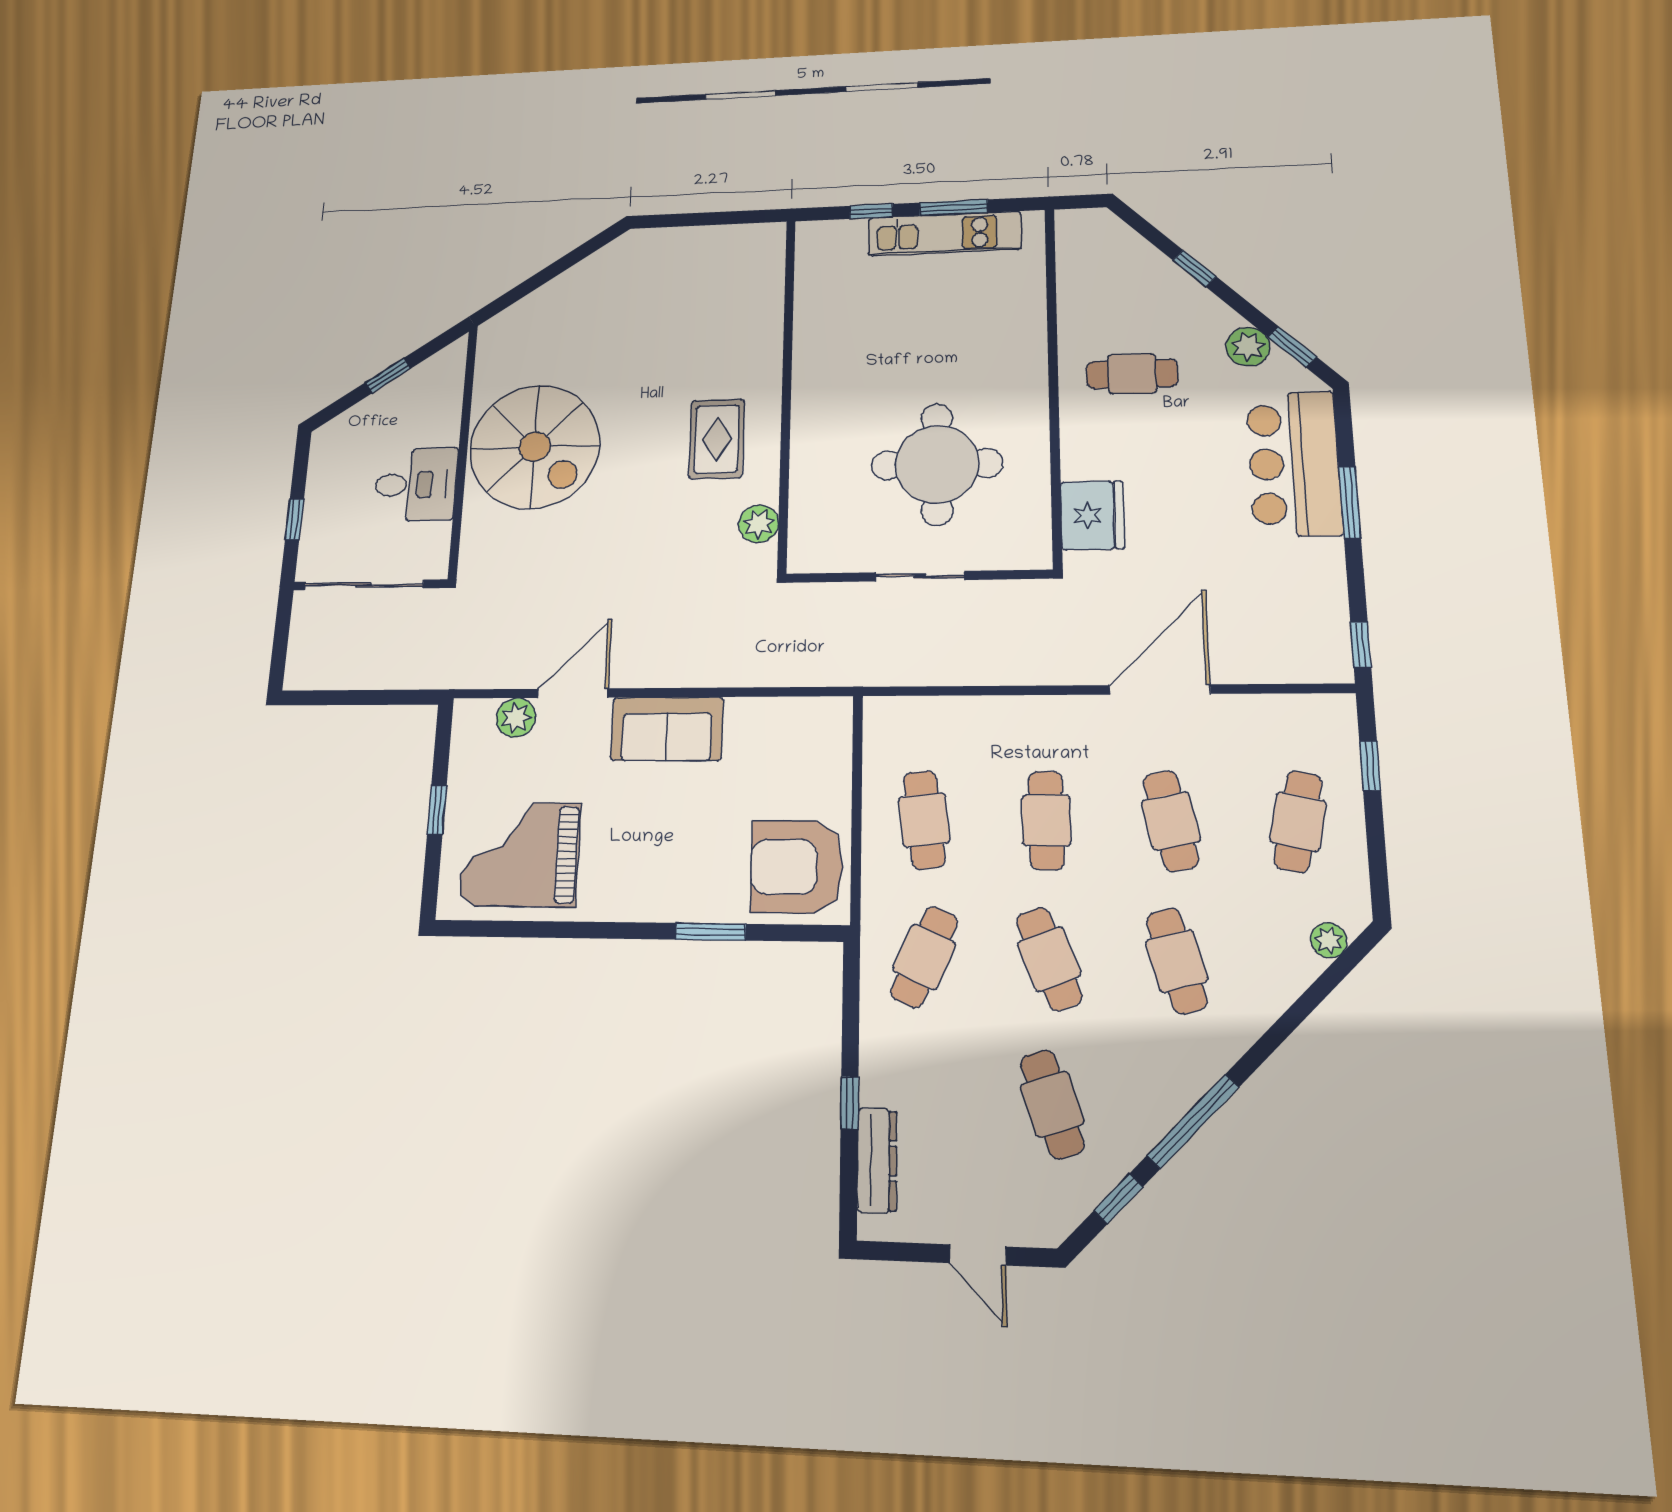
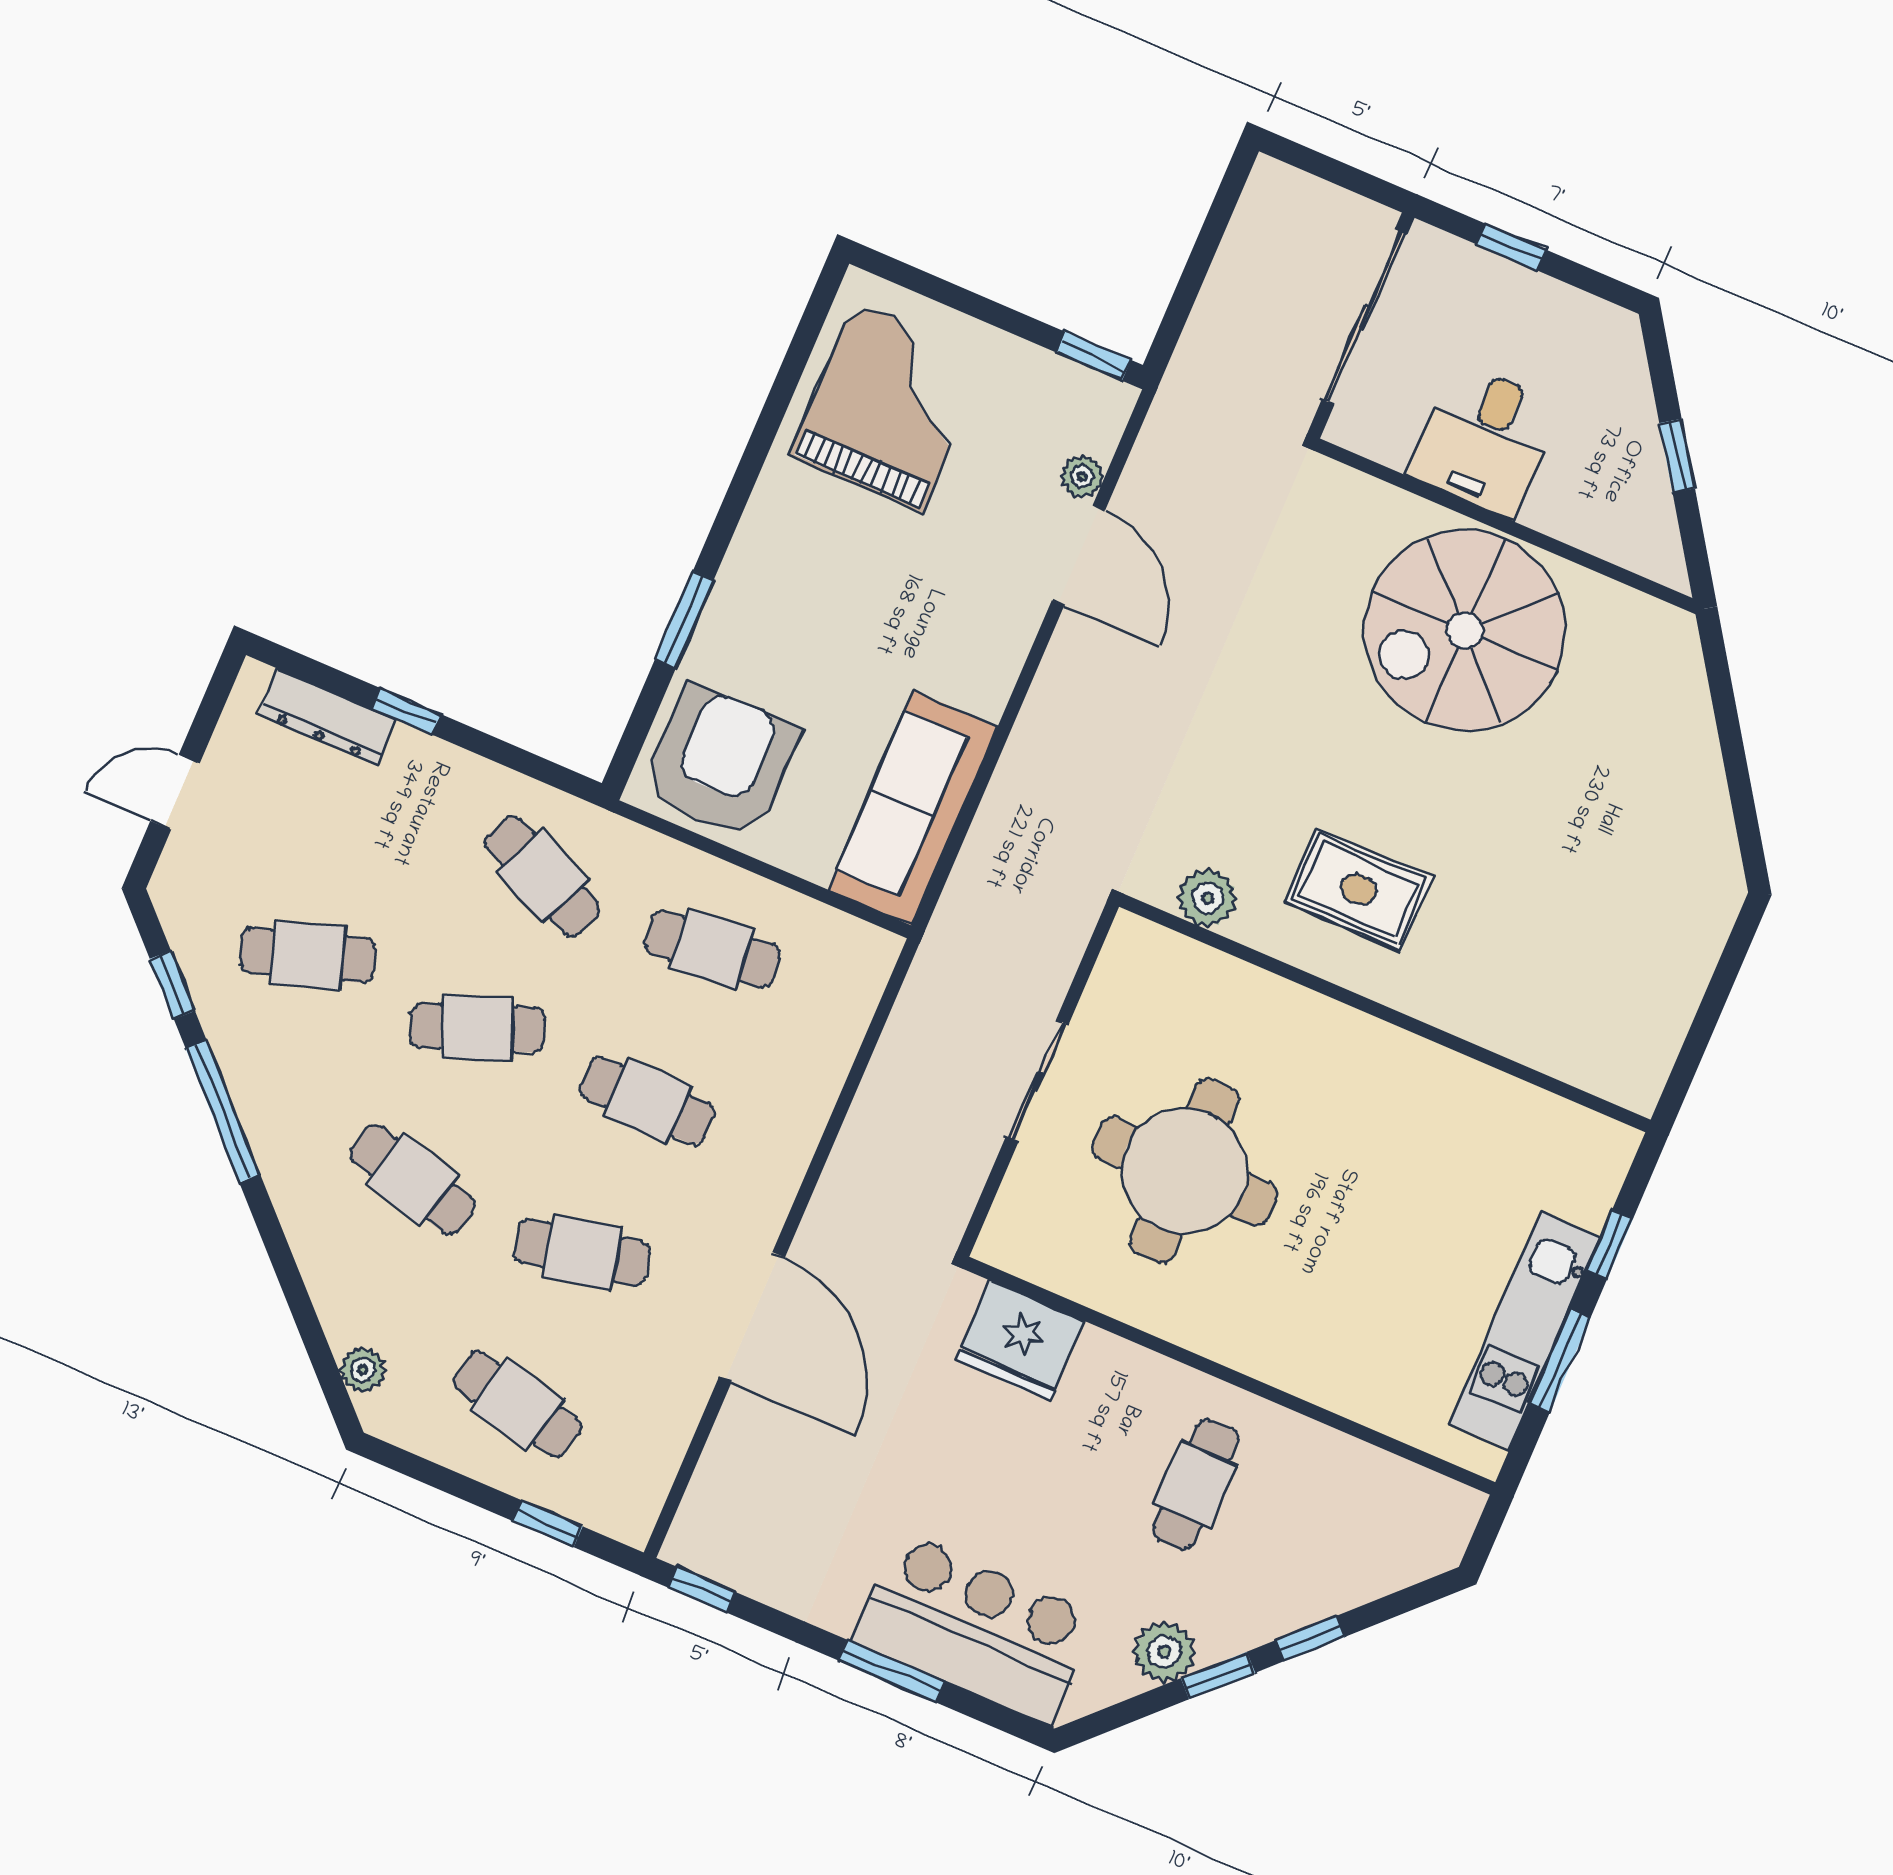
window: (1292, 347) -> (1218, 1675), moved
plant: (516, 718) -> (1082, 476), width x0.73, depth x0.73
sofa: (667, 729) -> (913, 808), moved, width x1.36
window: (437, 810) -> (1094, 356), moved
cafe table: (1177, 961) -> (412, 1180), turned 30

